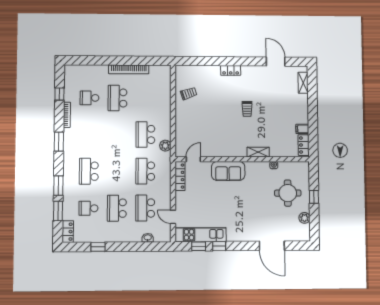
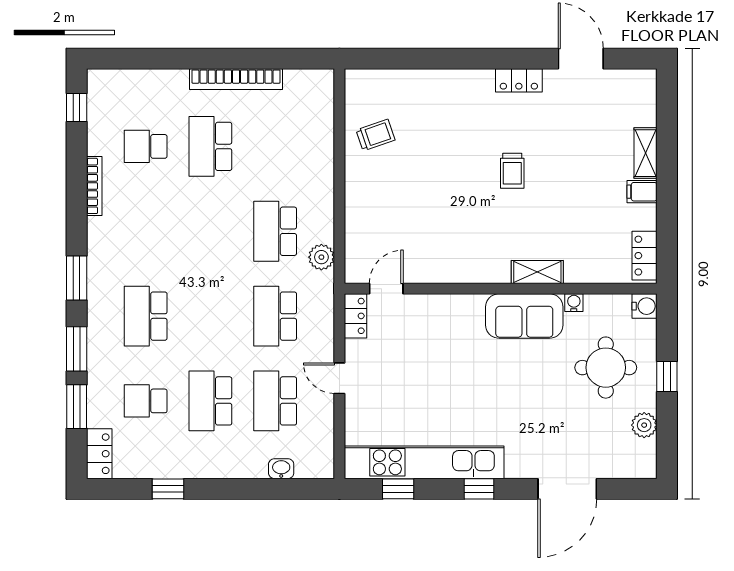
locker: (231, 70) -> (519, 80), moved
shelving: (303, 83) -> (646, 153), moved
window: (59, 94) -> (77, 107), moved
filing cabinet: (302, 129) -> (642, 192), moved
window: (59, 142) -> (77, 278), moved
water cooler: (304, 167) -> (645, 306), added
sofa: (228, 171) -> (524, 316), moved
locker: (180, 176) -> (356, 316), width x0.66
door: (173, 217) -> (339, 378), moved
kitchen unit: (201, 235) -> (424, 462), width x1.36
window: (219, 246) -> (479, 489), moved
door: (272, 246) -> (567, 489), hinge flipped

